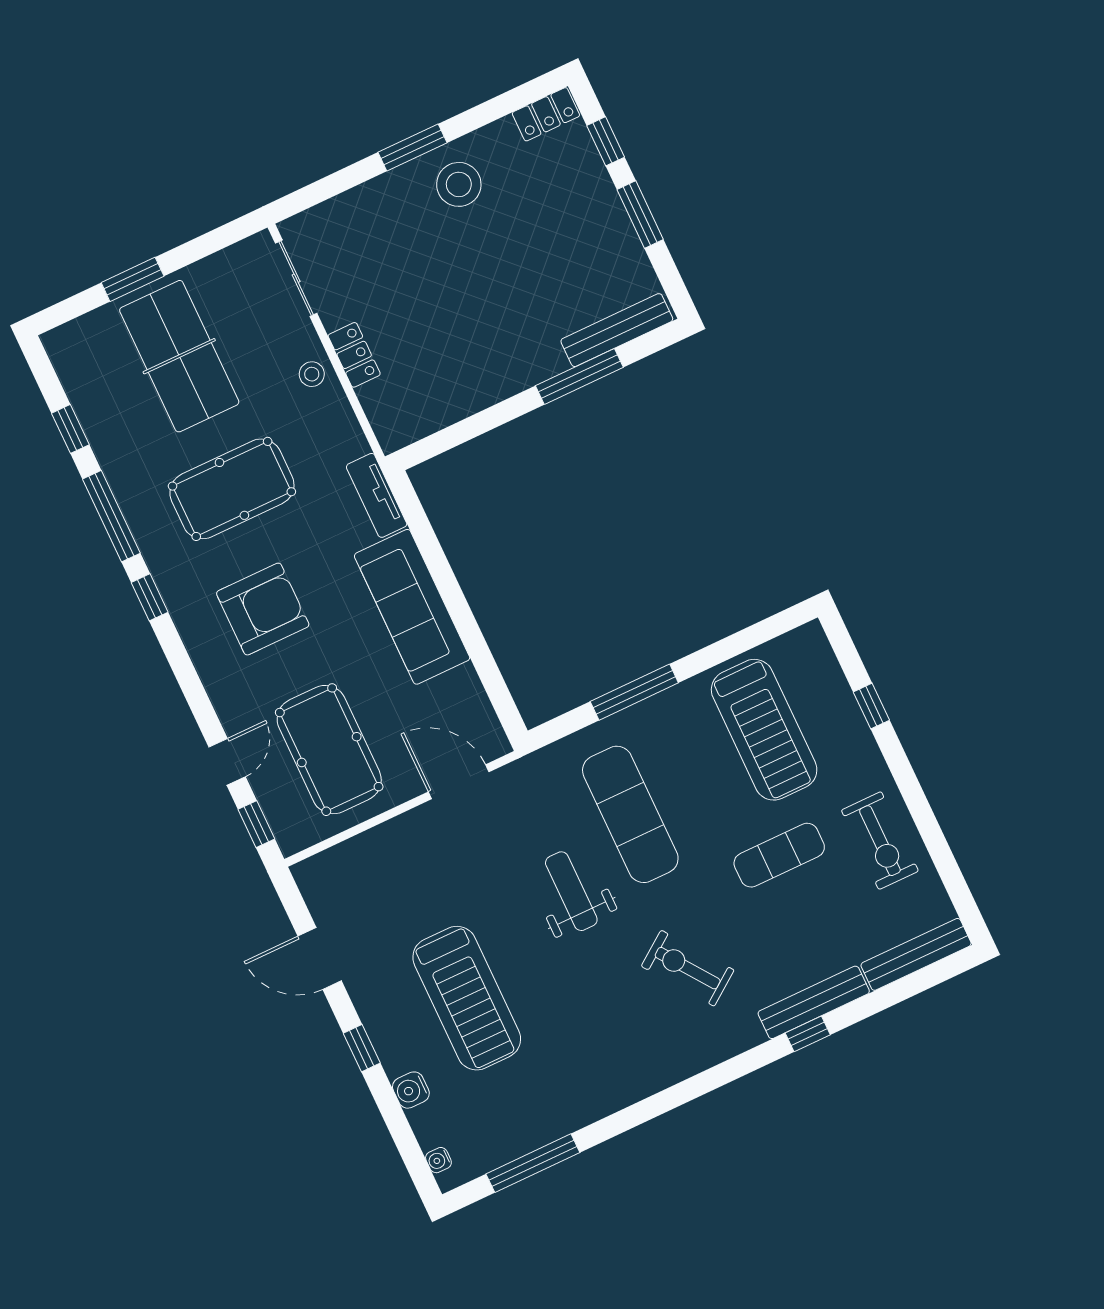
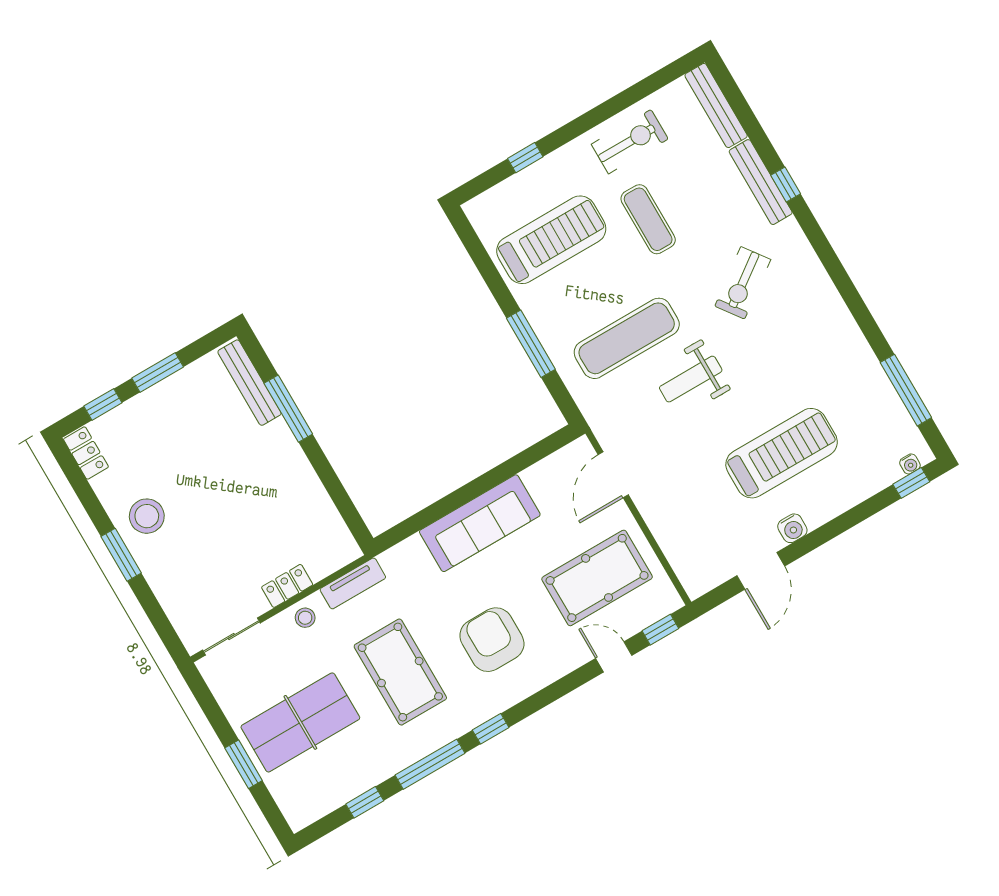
tv unit: (377, 495) -> (353, 583), moved
window: (362, 1048) -> (911, 483), moved
water cooler: (411, 1090) -> (792, 528), moved

